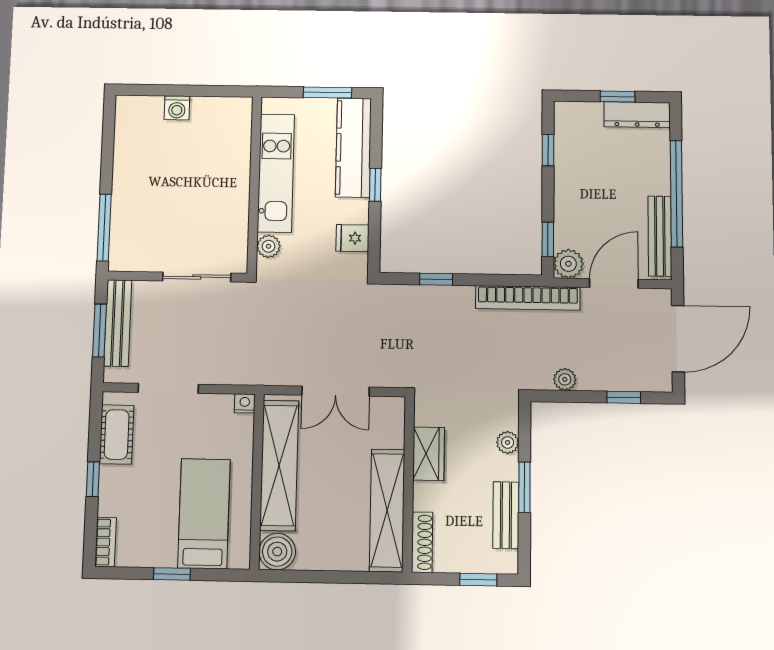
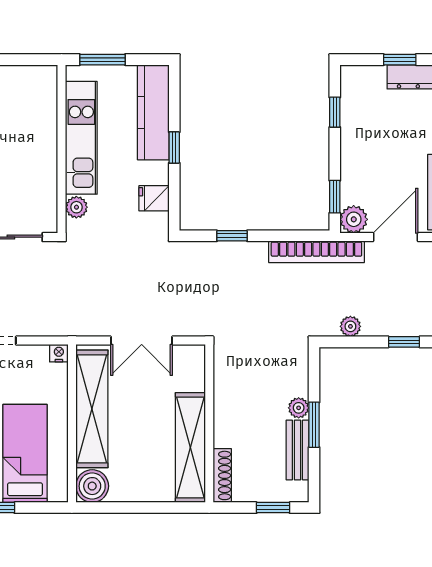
window: (327, 93) -> (102, 60), moved
plant: (508, 442) -> (299, 408), moved
wardrobe: (429, 454) -> (227, 396), removed

